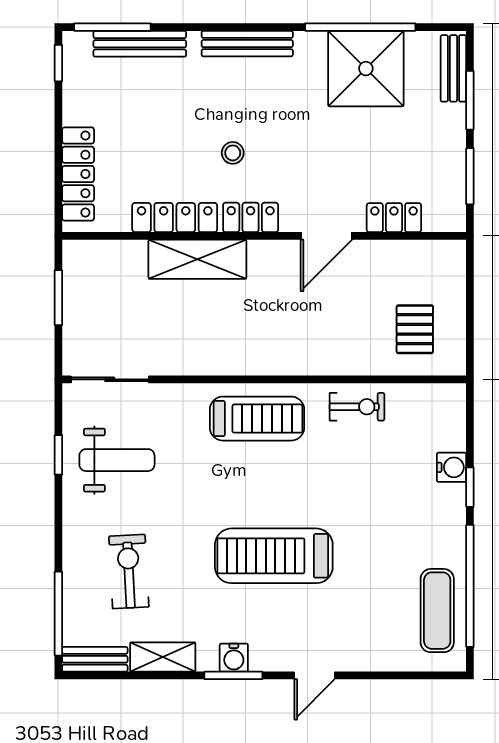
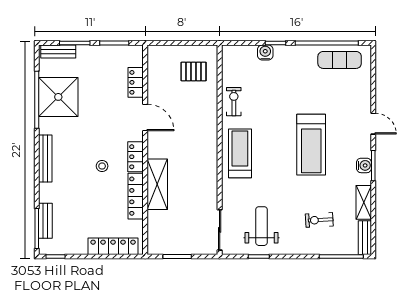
bench: (140, 44) -> (45, 221), width x0.73
exercise bike: (129, 571) -> (319, 220), width x0.73, depth x0.72

